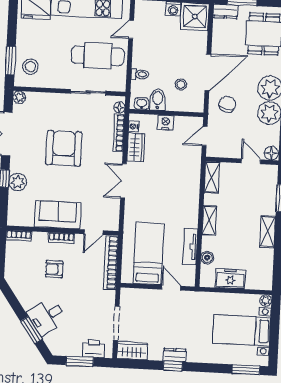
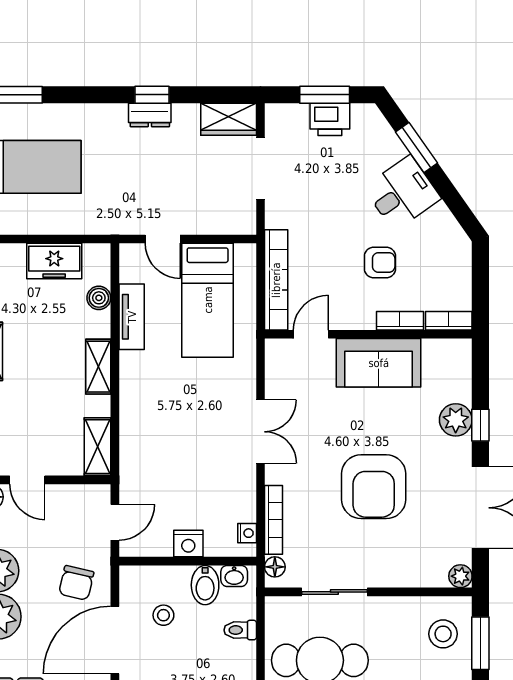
wardrobe: (136, 147) -> (241, 495), removed
bookcase: (61, 238) -> (400, 321), moved
desk: (47, 316) -> (402, 193), moved
printer: (94, 349) -> (330, 119), moved

